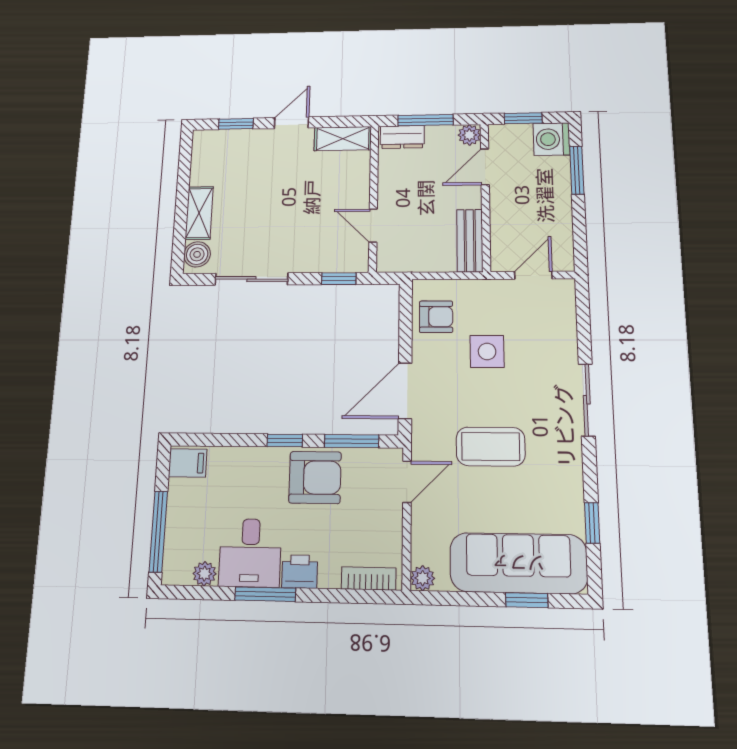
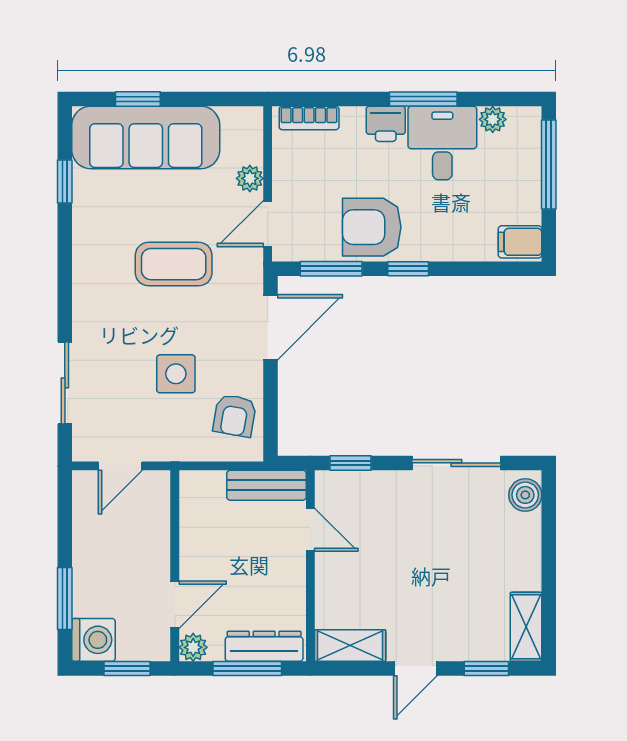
dresser: (402, 137) -> (264, 646), width x1.44
shelving: (199, 213) -> (526, 627), moved
bench: (470, 241) -> (267, 485), moved, turned 90
armchair: (436, 317) -> (235, 416), turned -80
sliding door: (587, 400) -> (65, 383), moved
plant: (423, 578) -> (250, 178), moved

